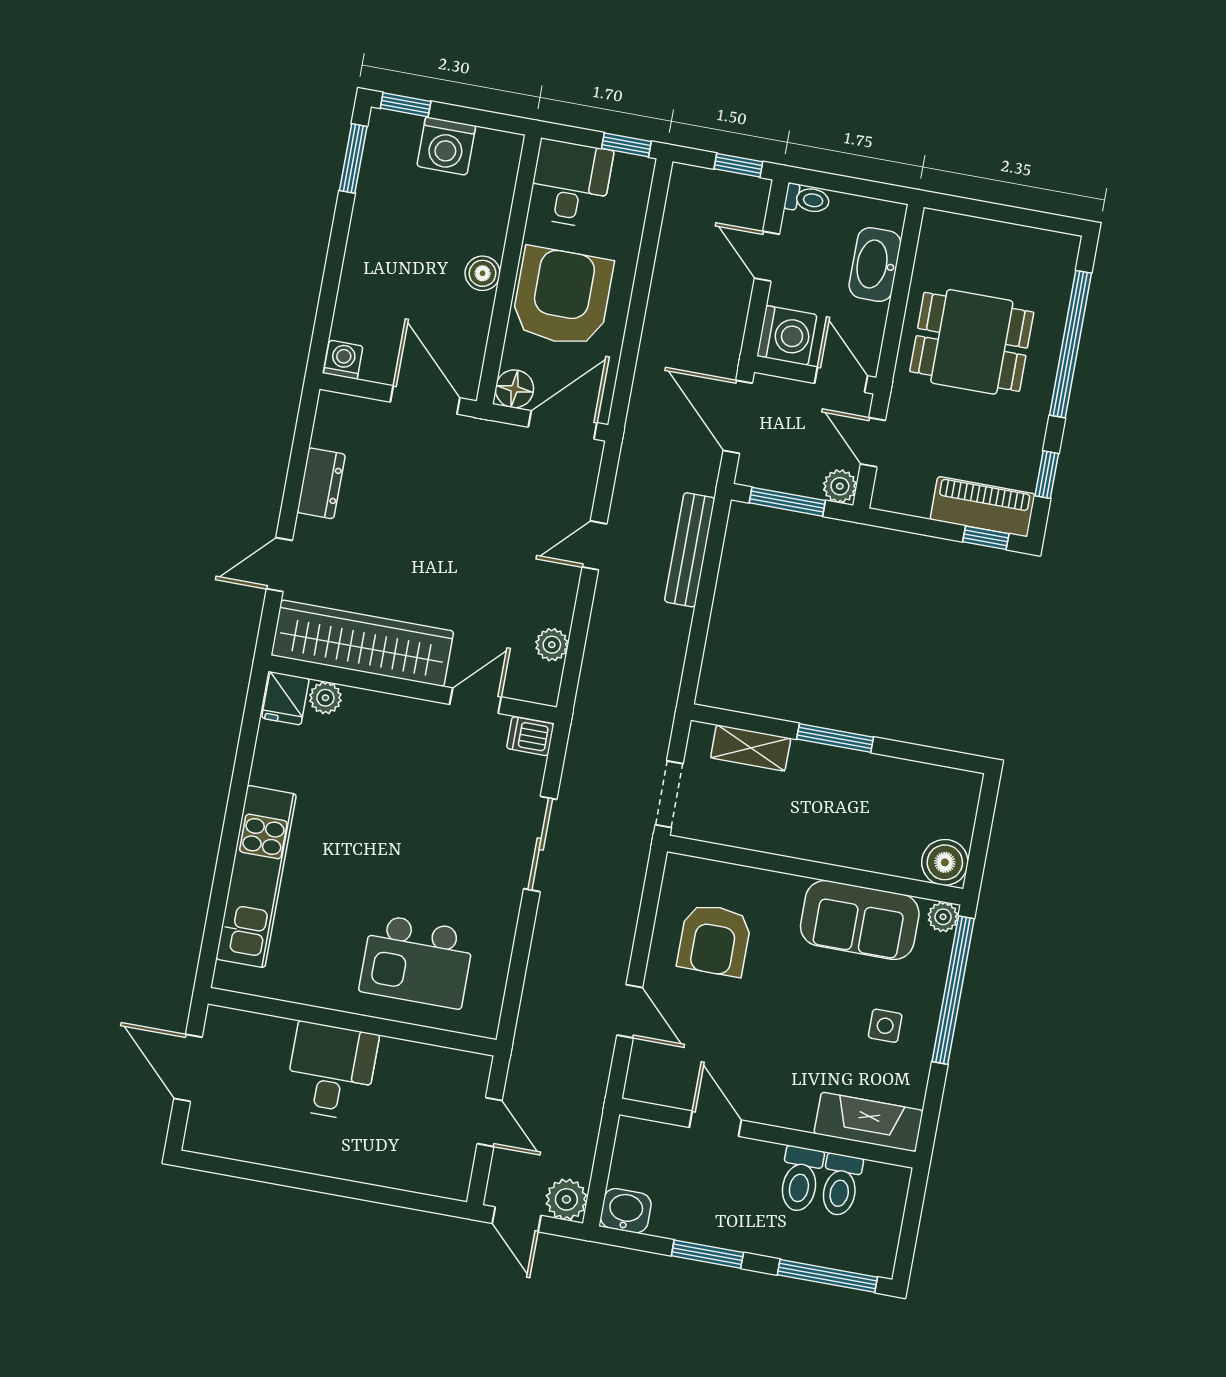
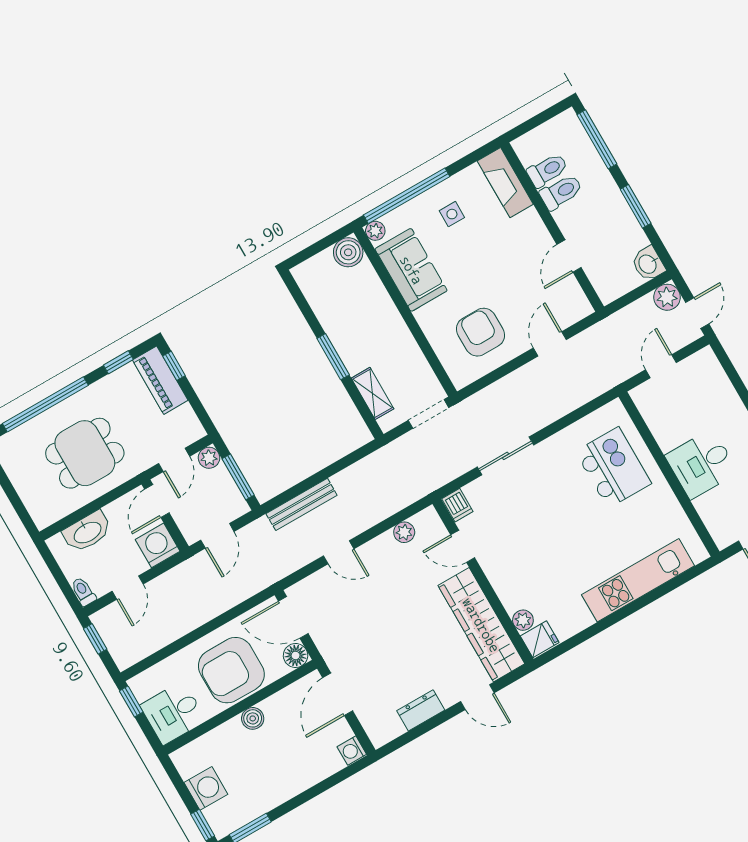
dining table: (972, 342) -> (85, 453), turned 90
door: (738, 417) -> (217, 536), width x0.73
armchair: (714, 940) -> (480, 332), turned -90

